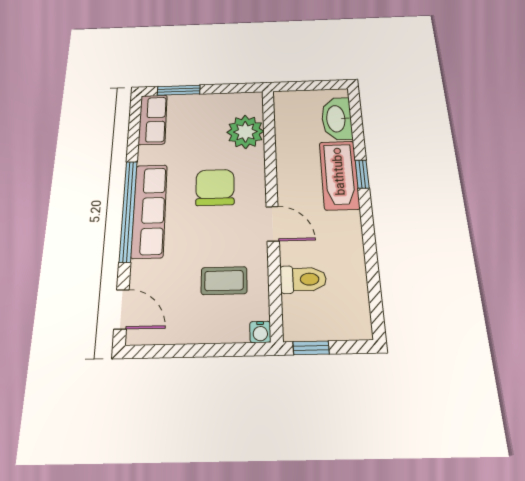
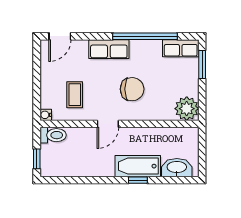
plant: (245, 132) -> (187, 109), moved
window: (128, 210) -> (145, 36), moved
row of seats: (149, 210) -> (109, 49), width x0.68
toilet: (303, 279) -> (53, 135), moved, turned -90
window: (311, 348) -> (37, 159), moved

